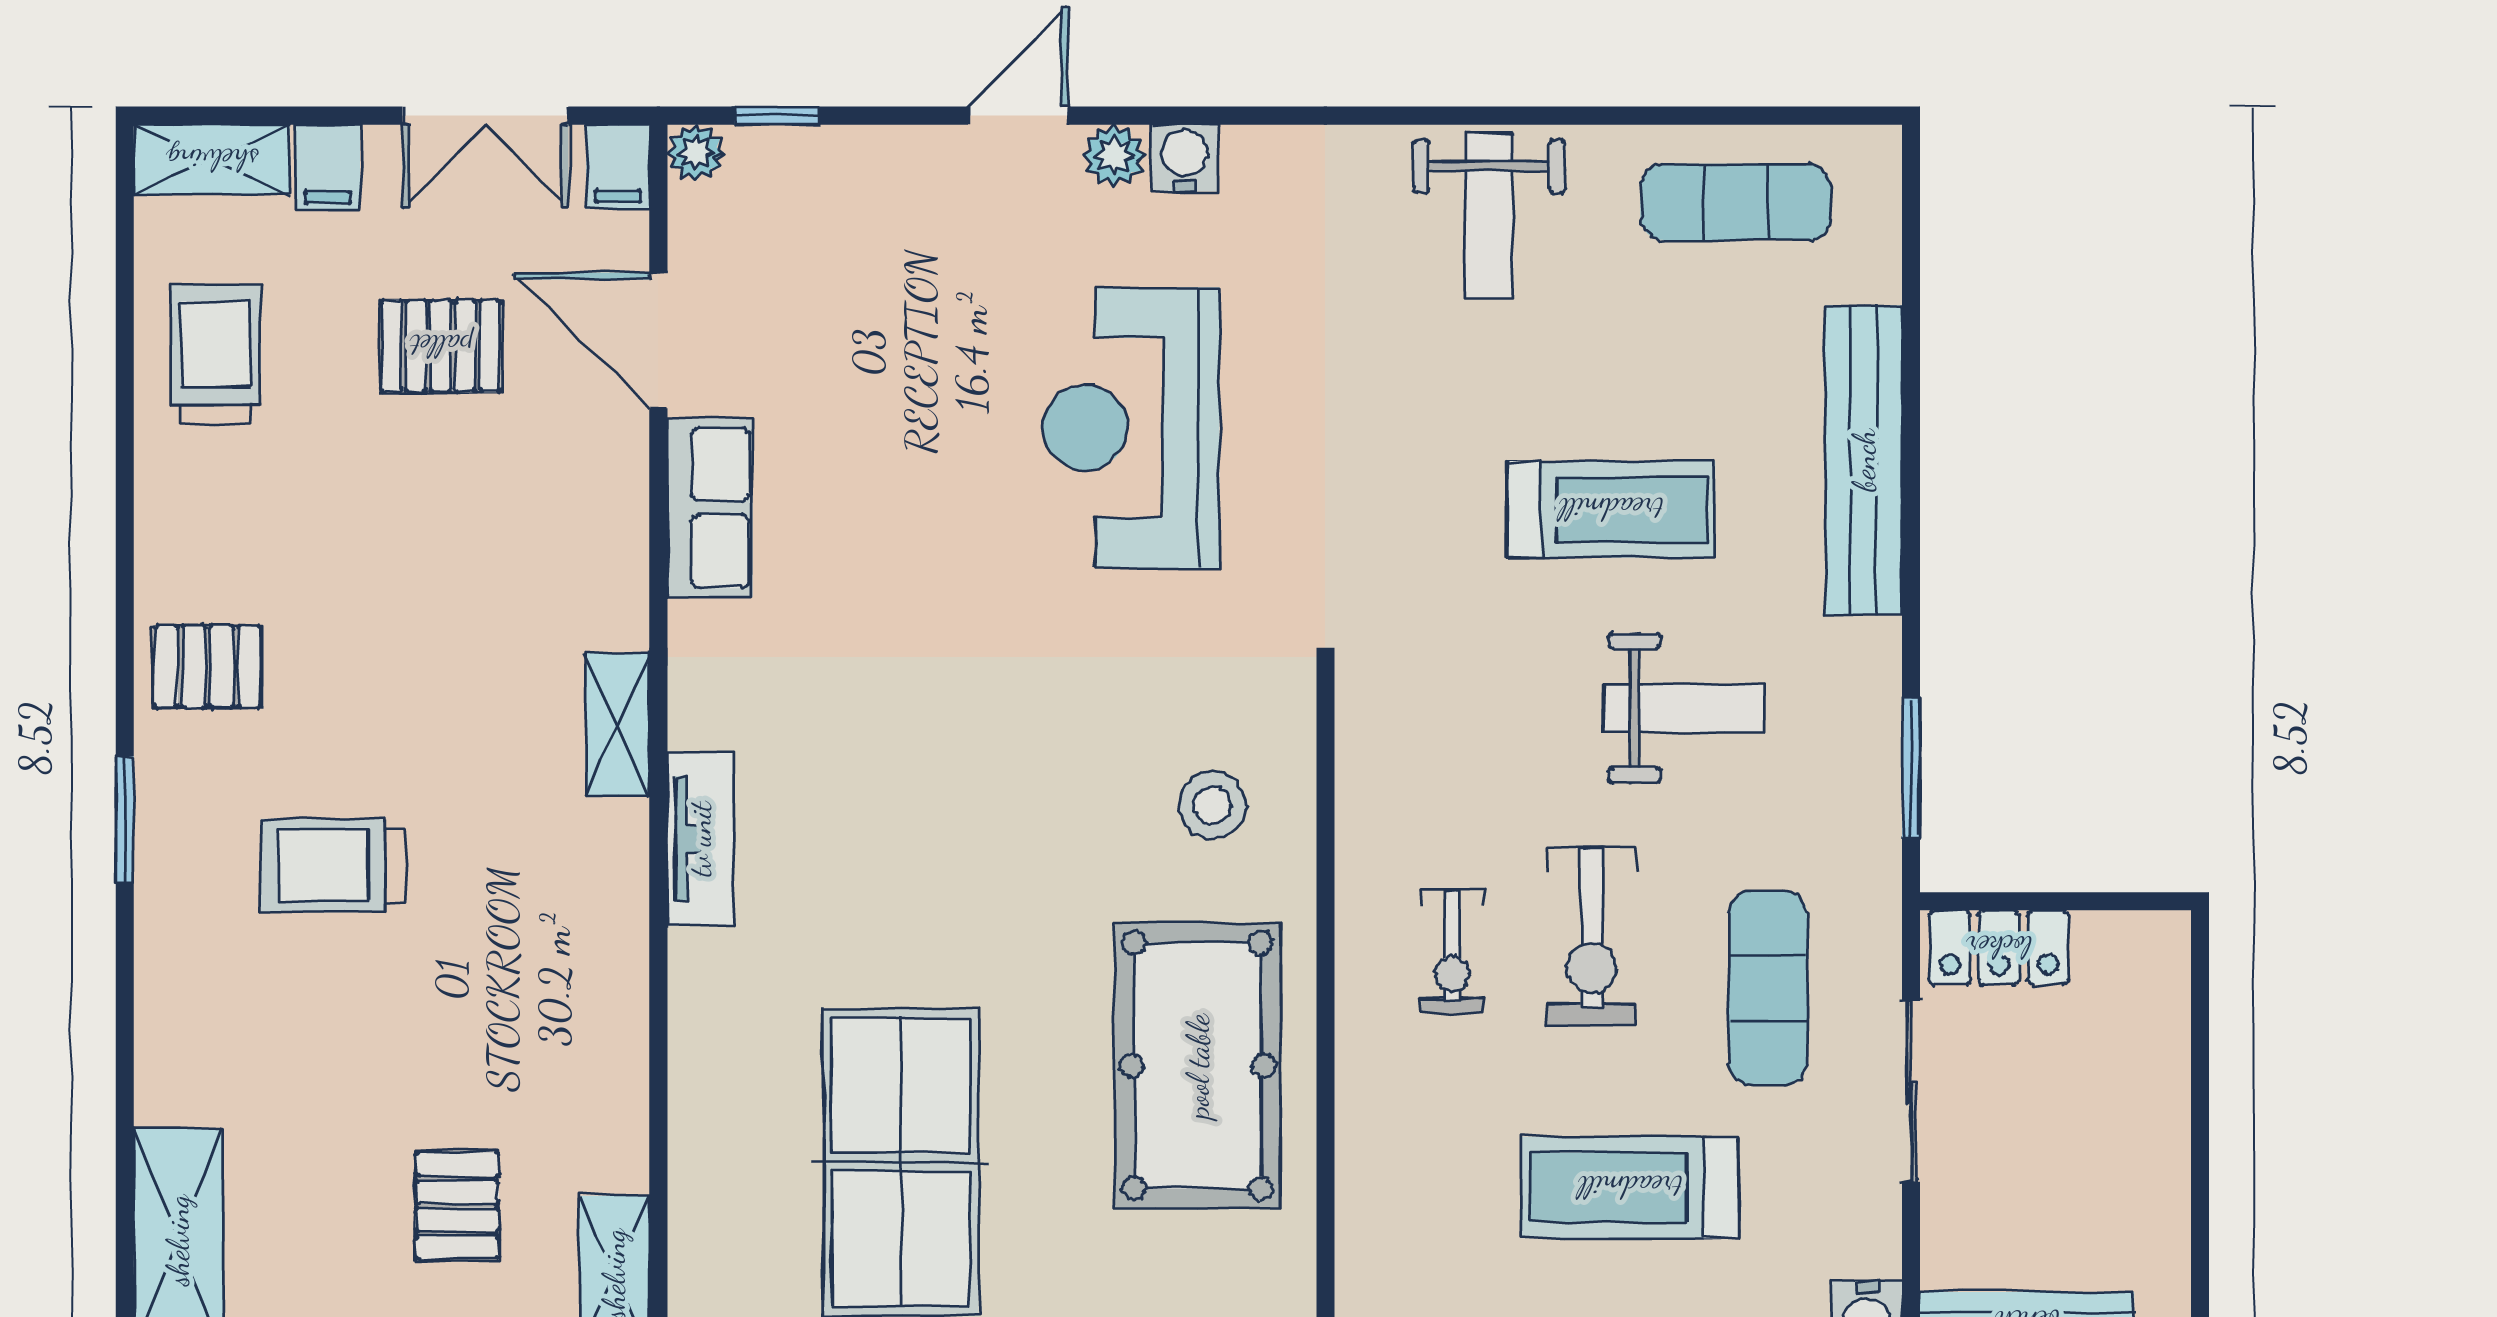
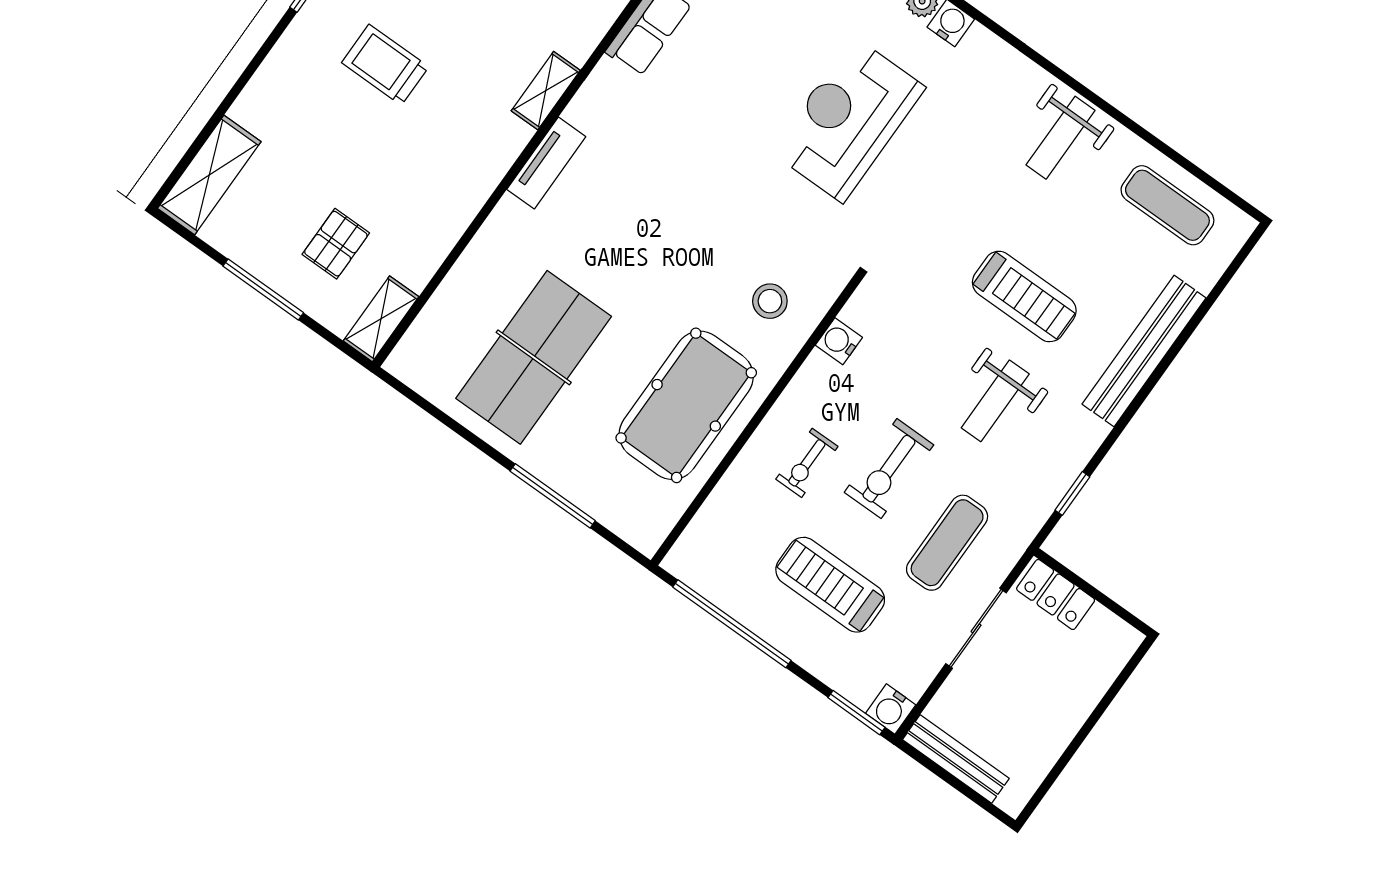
weight bench: (1684, 708) -> (995, 401), turned 90
window: (1911, 768) -> (1072, 493), width x0.67
water cooler: (1368, 791) -> (839, 341), added
exercise bike: (1452, 952) -> (807, 463), moved

